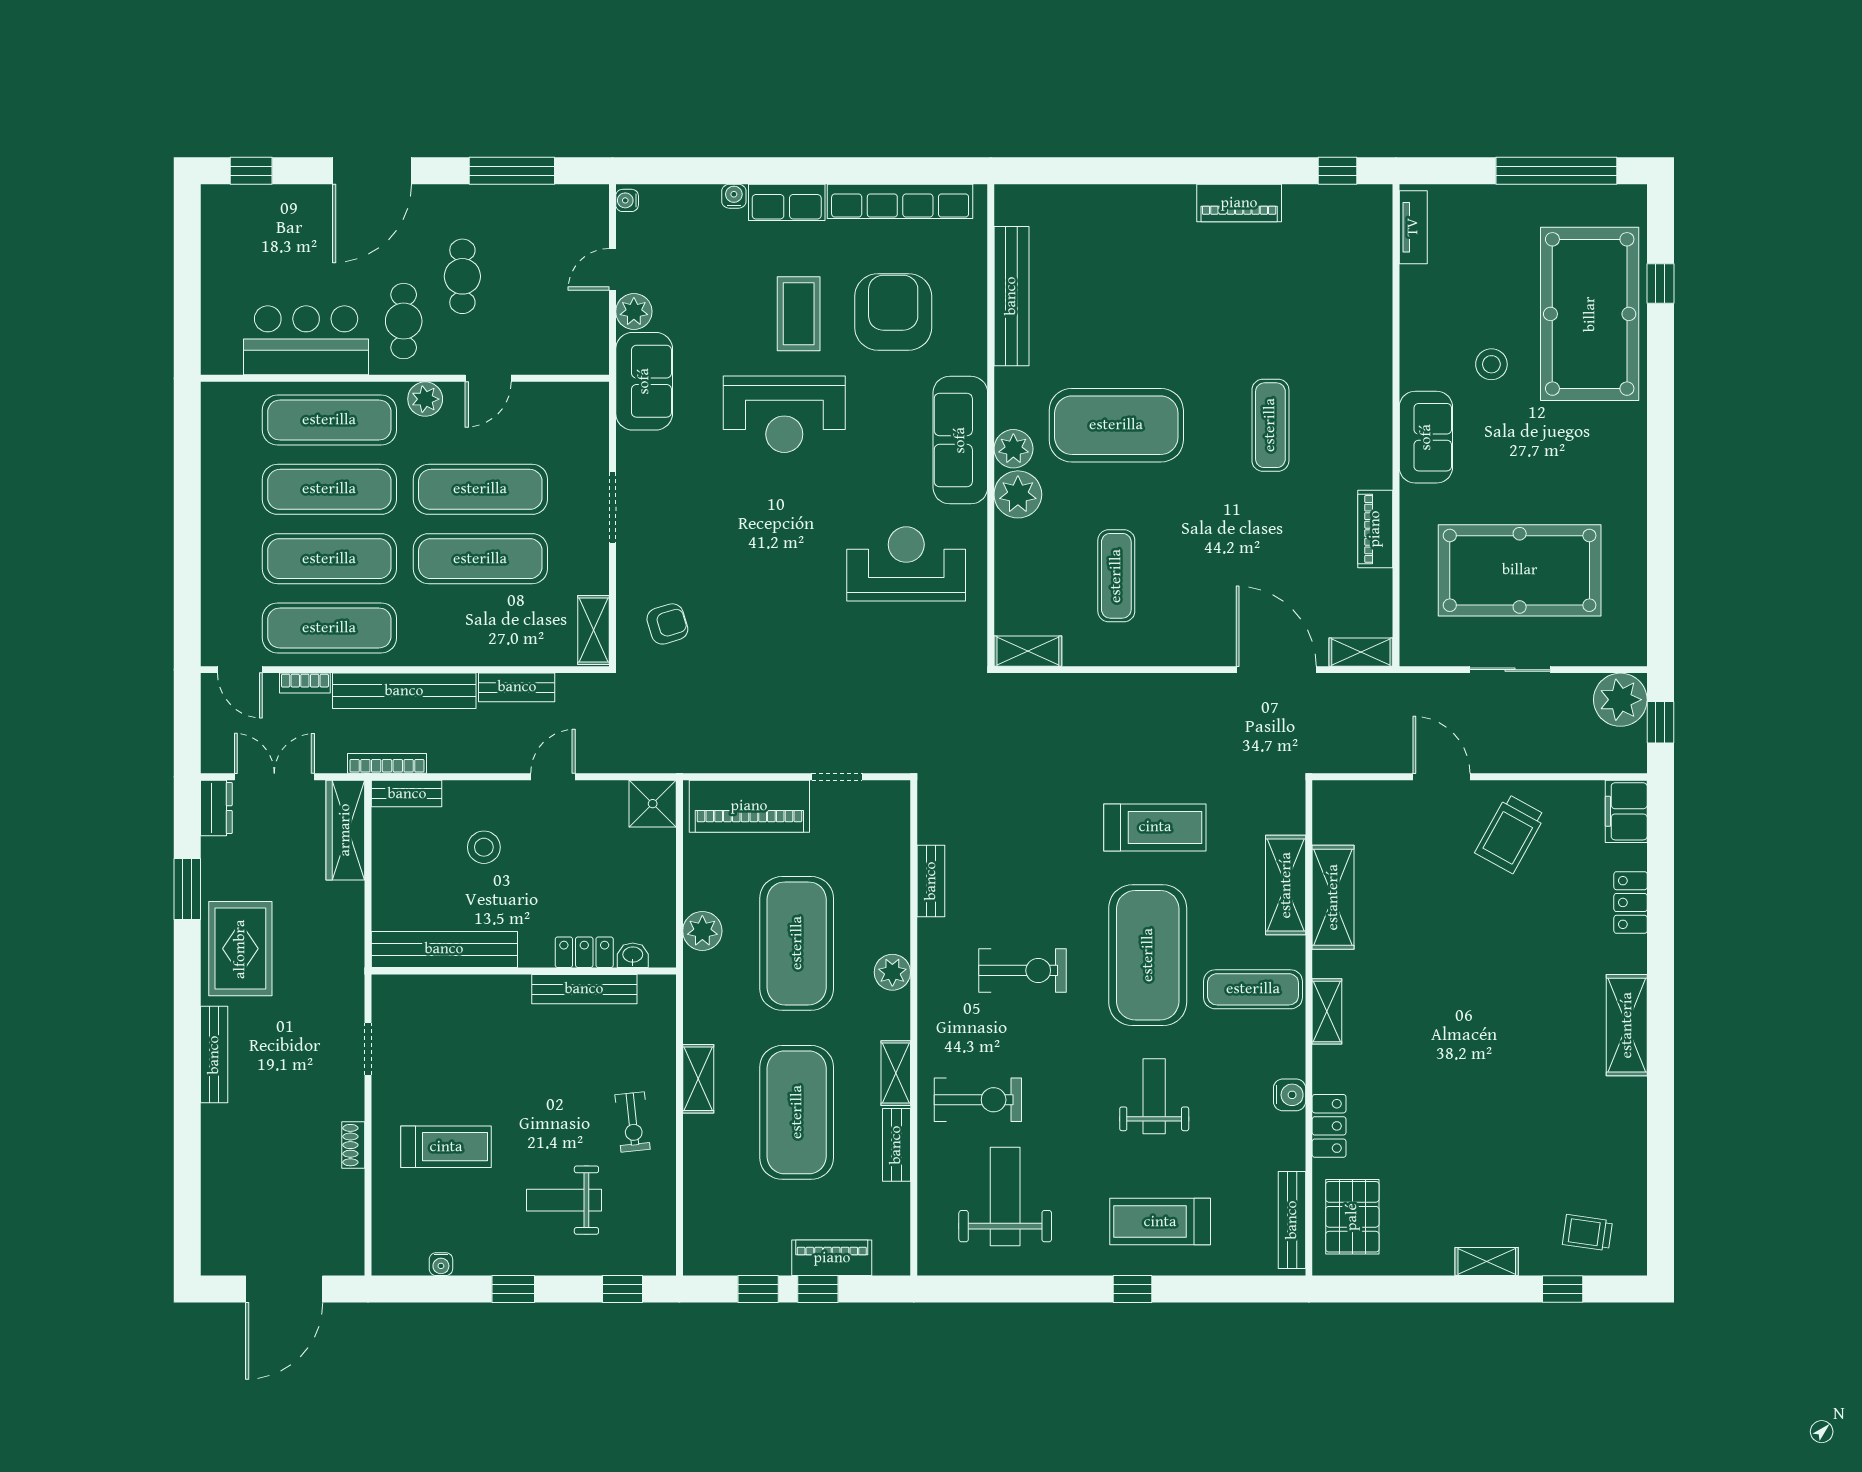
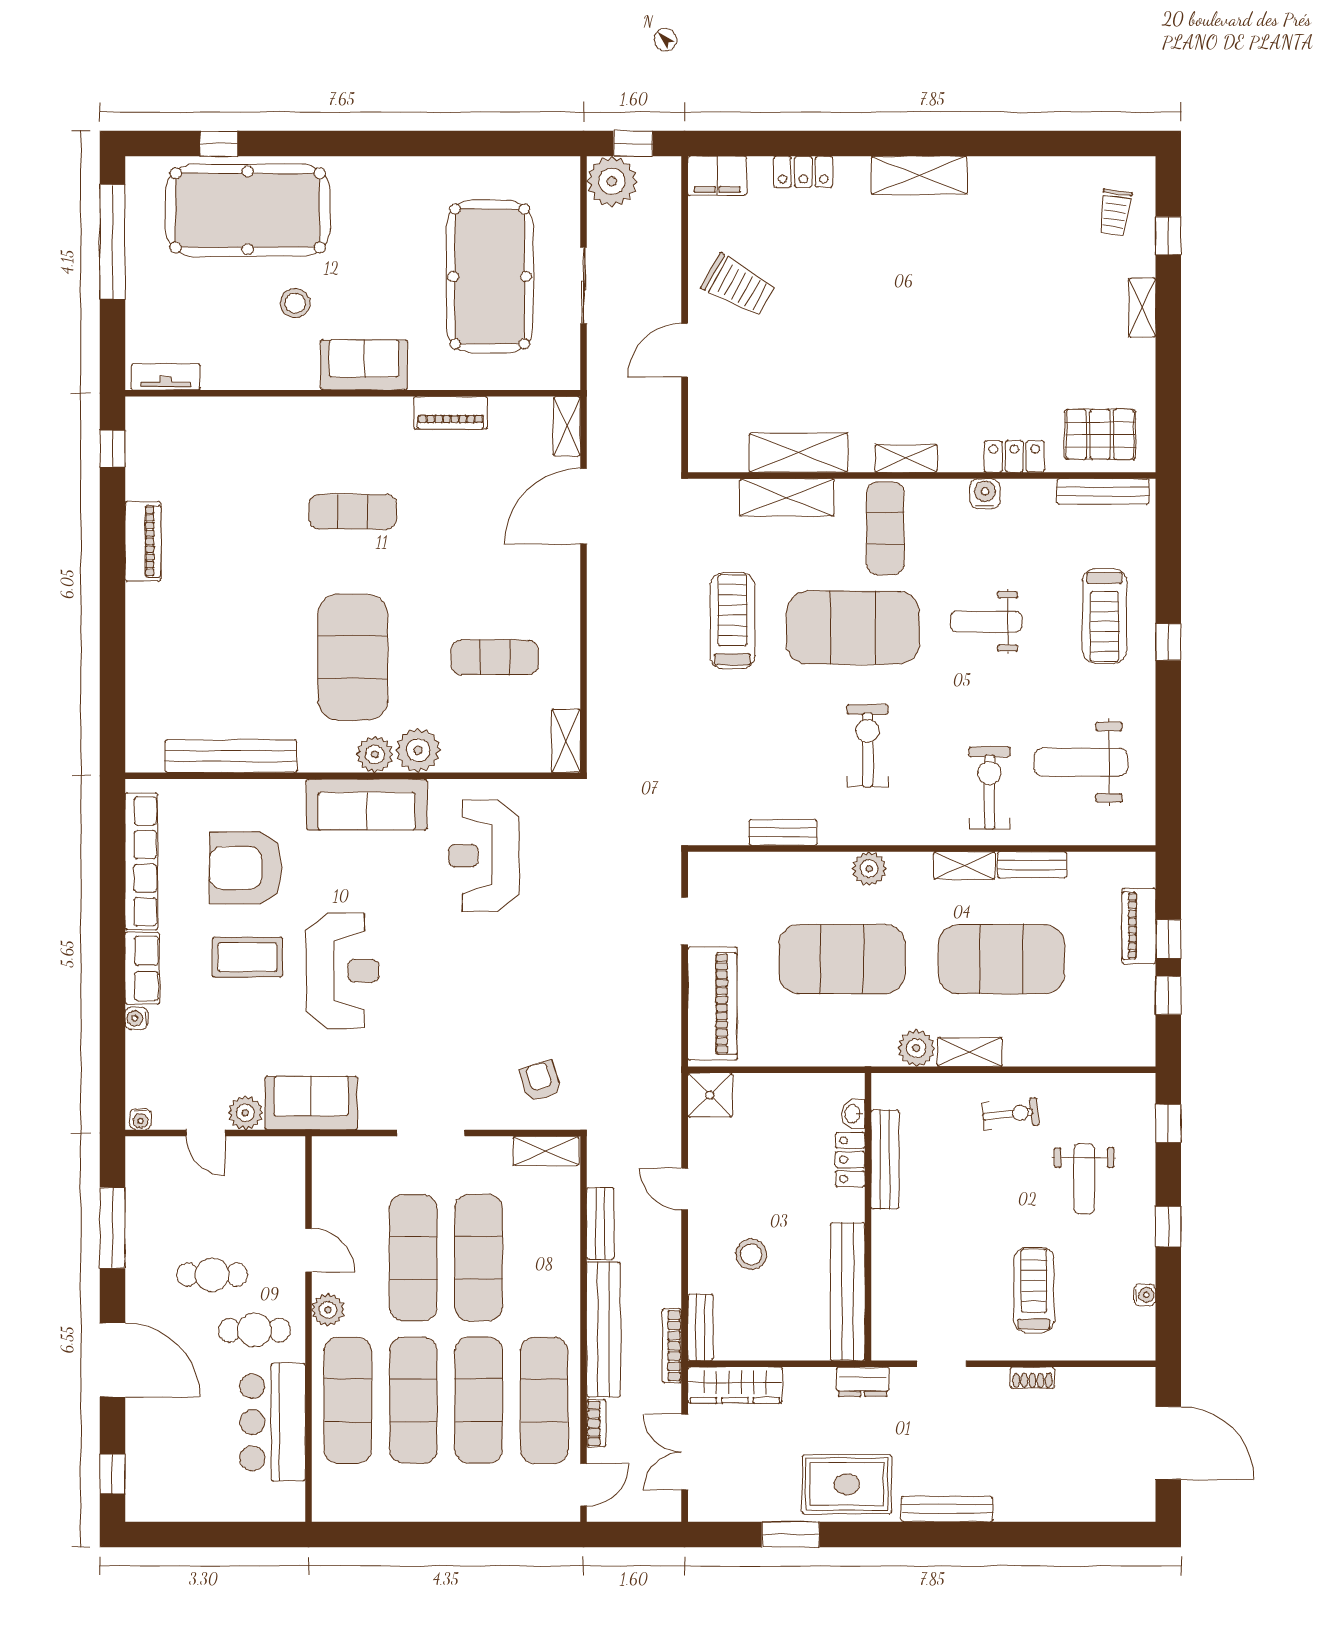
dresser: (216, 808) -> (863, 1382), moved, turned 180
plant: (702, 931) -> (916, 1048), moved

